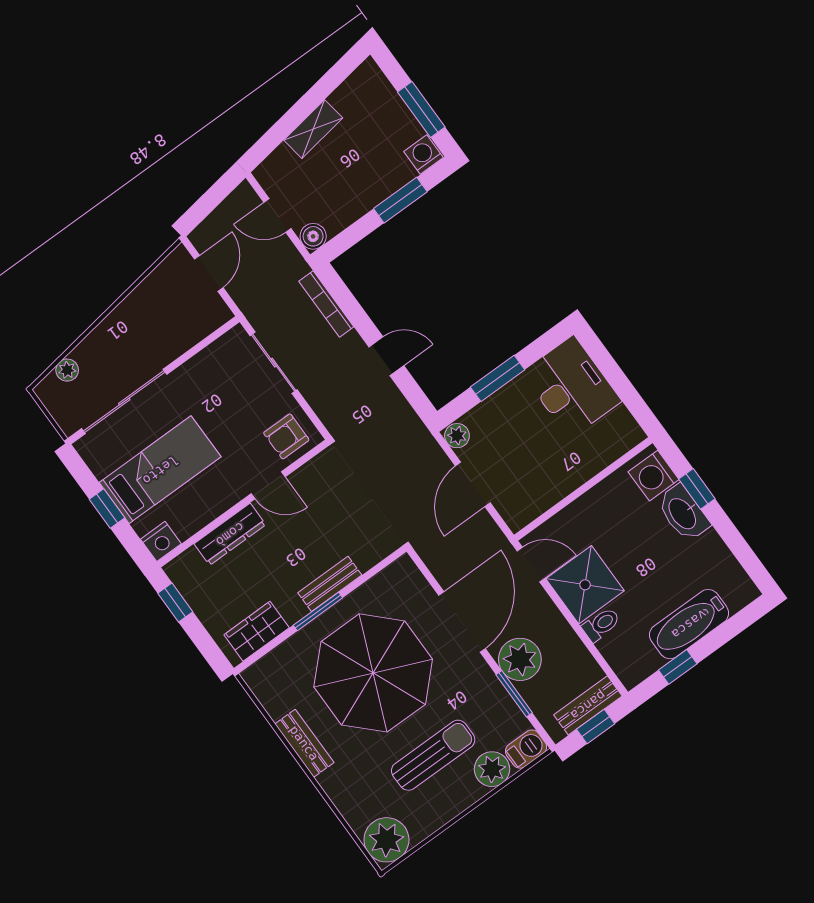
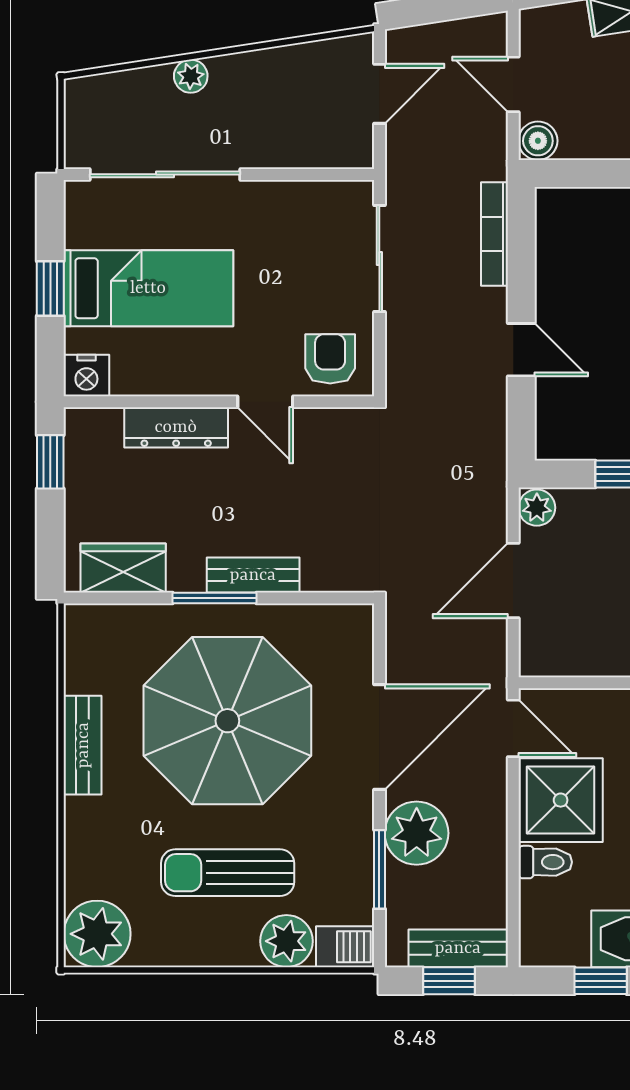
plant: (67, 370) -> (191, 76), moved
armchair: (286, 436) -> (330, 359), turned 90
sun lounger: (433, 755) -> (228, 873), turned 180

